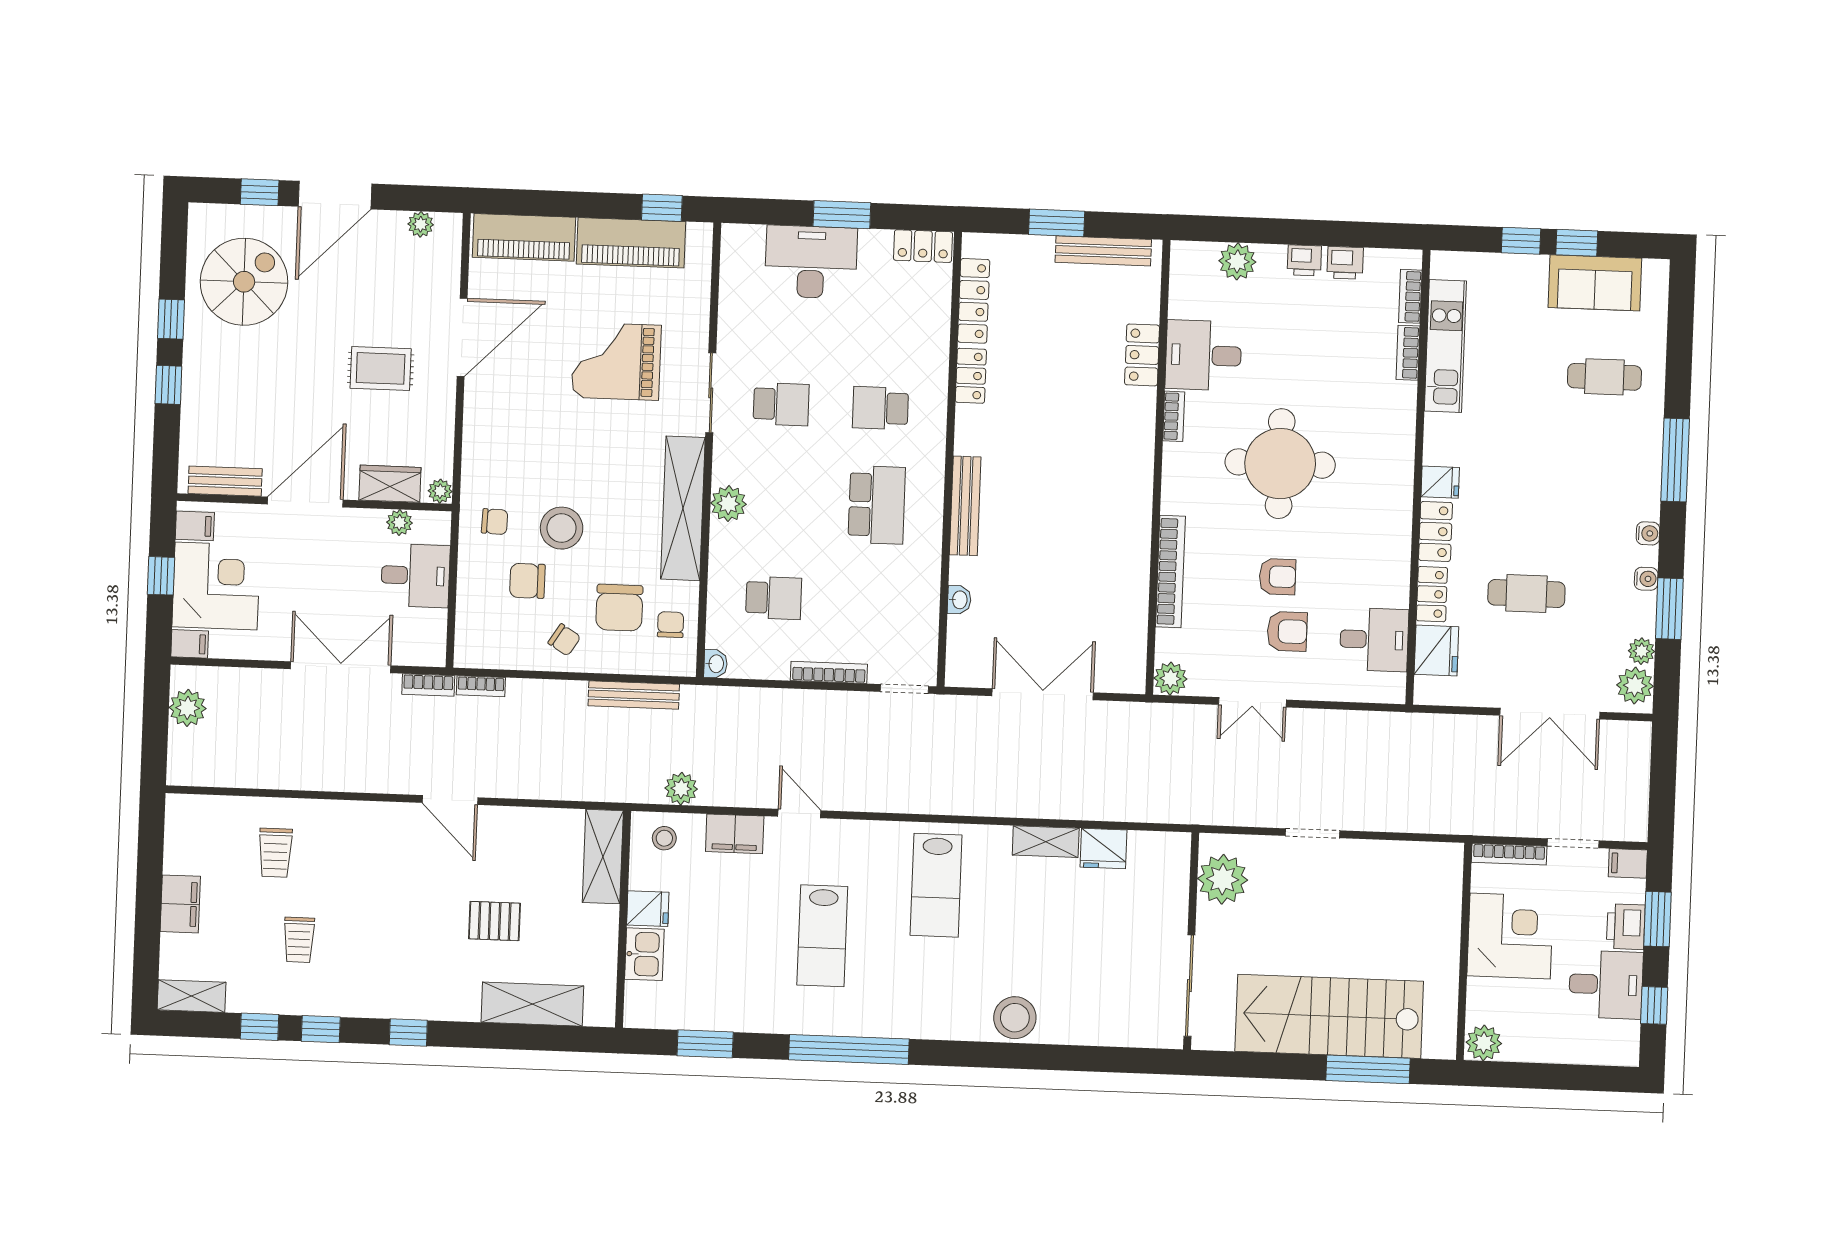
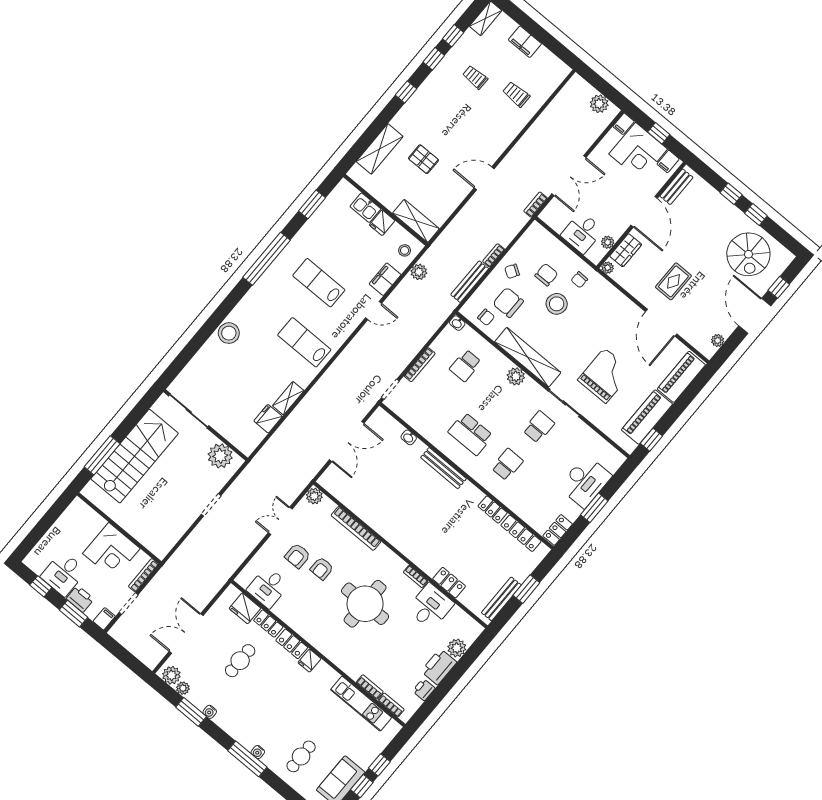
printer: (1304, 260) -> (439, 667), width x1.87, depth x1.48
school desk: (781, 404) -> (539, 427), turned 180
water cooler: (1648, 533) -> (258, 752), moved
bookcase: (481, 686) -> (494, 255), moved
pallet: (495, 921) -> (423, 159), turned 90
plant: (1484, 1043) -> (78, 508), removed

